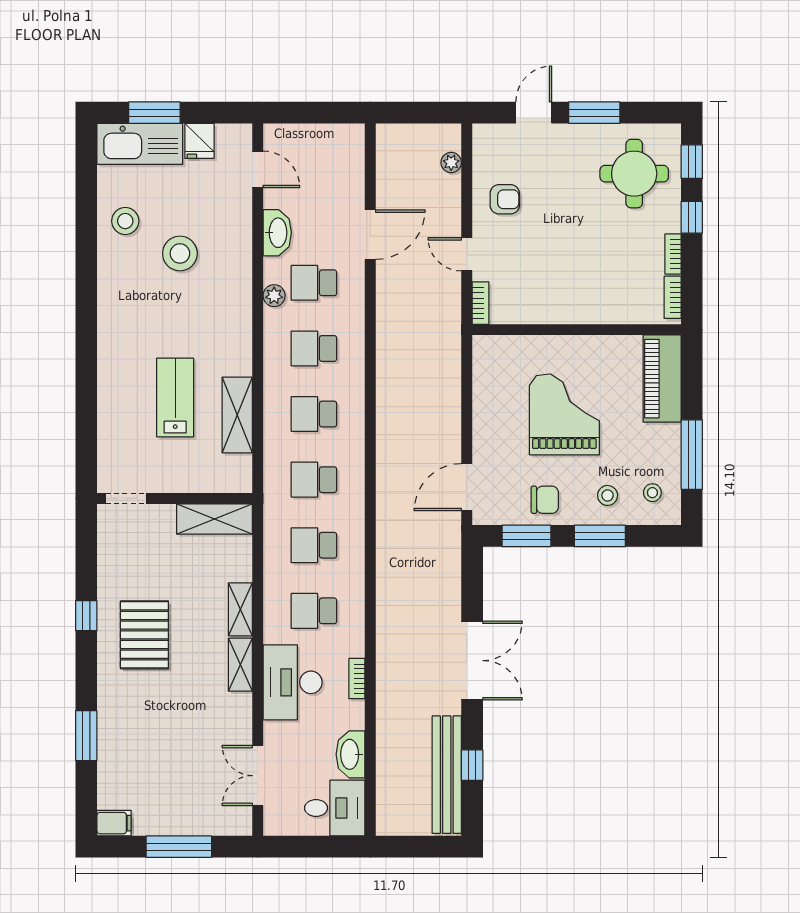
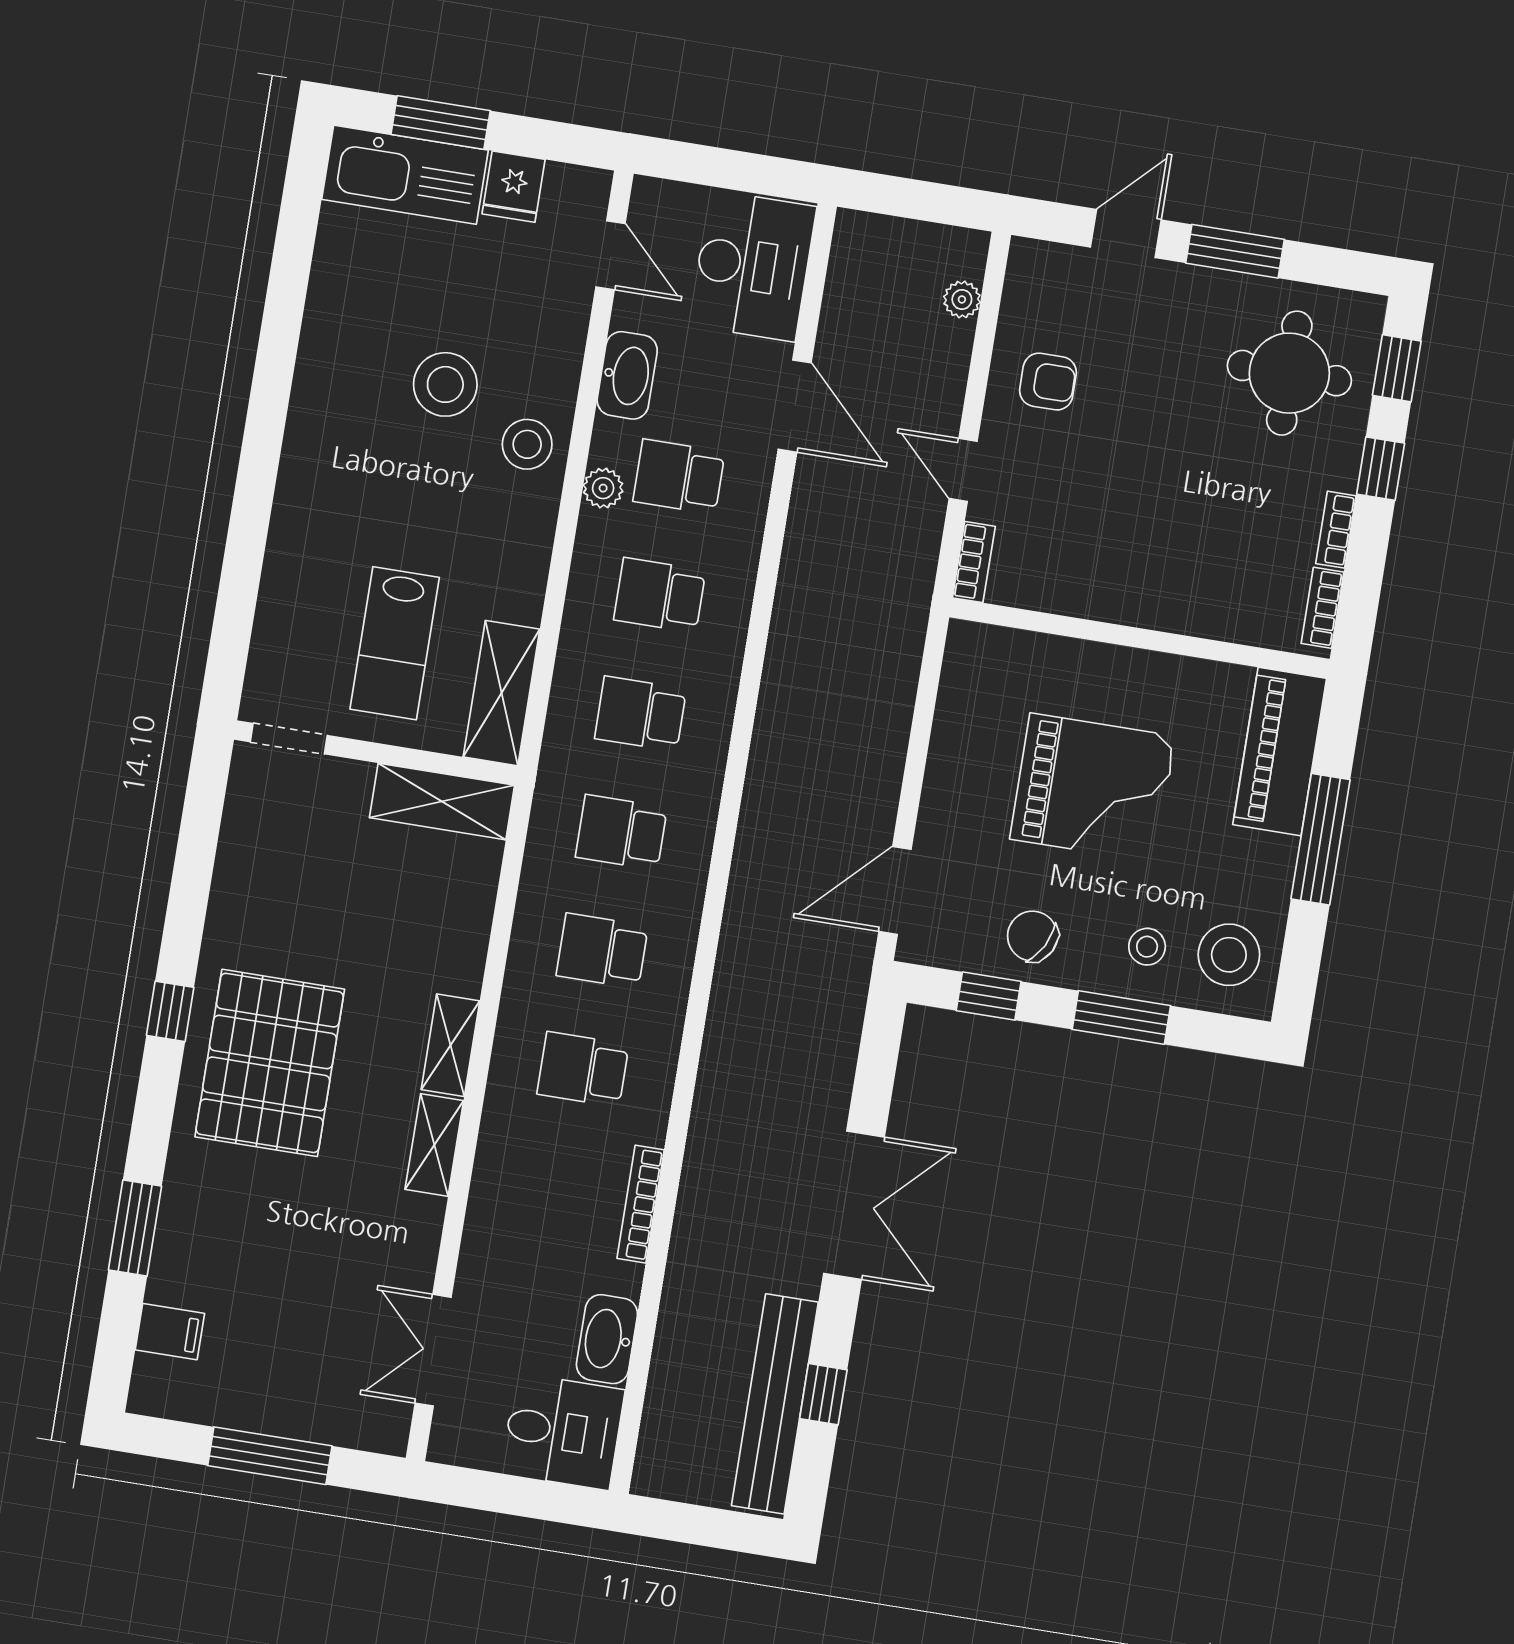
stool: (125, 221) -> (527, 444), moved
door: (370, 235) -> (795, 406), hinge flipped
lab bench: (175, 397) -> (395, 643), turned 180
grand piano: (564, 414) -> (1093, 788), turned 90
window: (692, 455) -> (1320, 839), moved
stool: (652, 493) -> (1229, 955), width x1.89, depth x1.89
doorway: (126, 498) -> (289, 739), moved
wall: (175, 498) -> (376, 753), moved
chair: (545, 500) -> (1033, 936), turned -152
shelving: (215, 519) -> (442, 801), moved
window: (526, 536) -> (989, 996), width x0.67
pallet: (144, 635) -> (270, 1063), width x1.37, depth x1.41
bookcase: (357, 679) -> (641, 1204), width x1.56
desk: (293, 682) -> (753, 266), moved, turned 180
filing cabinet: (114, 823) -> (170, 1332), moved

